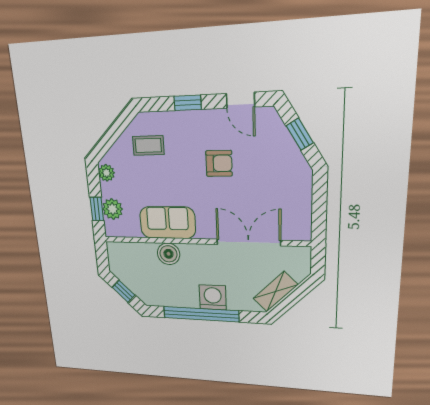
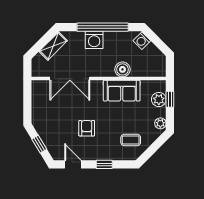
armchair: (219, 163) -> (87, 128), turned 90
window: (124, 291) -> (157, 41), removed
washing machine: (144, 293) -> (142, 41), added

